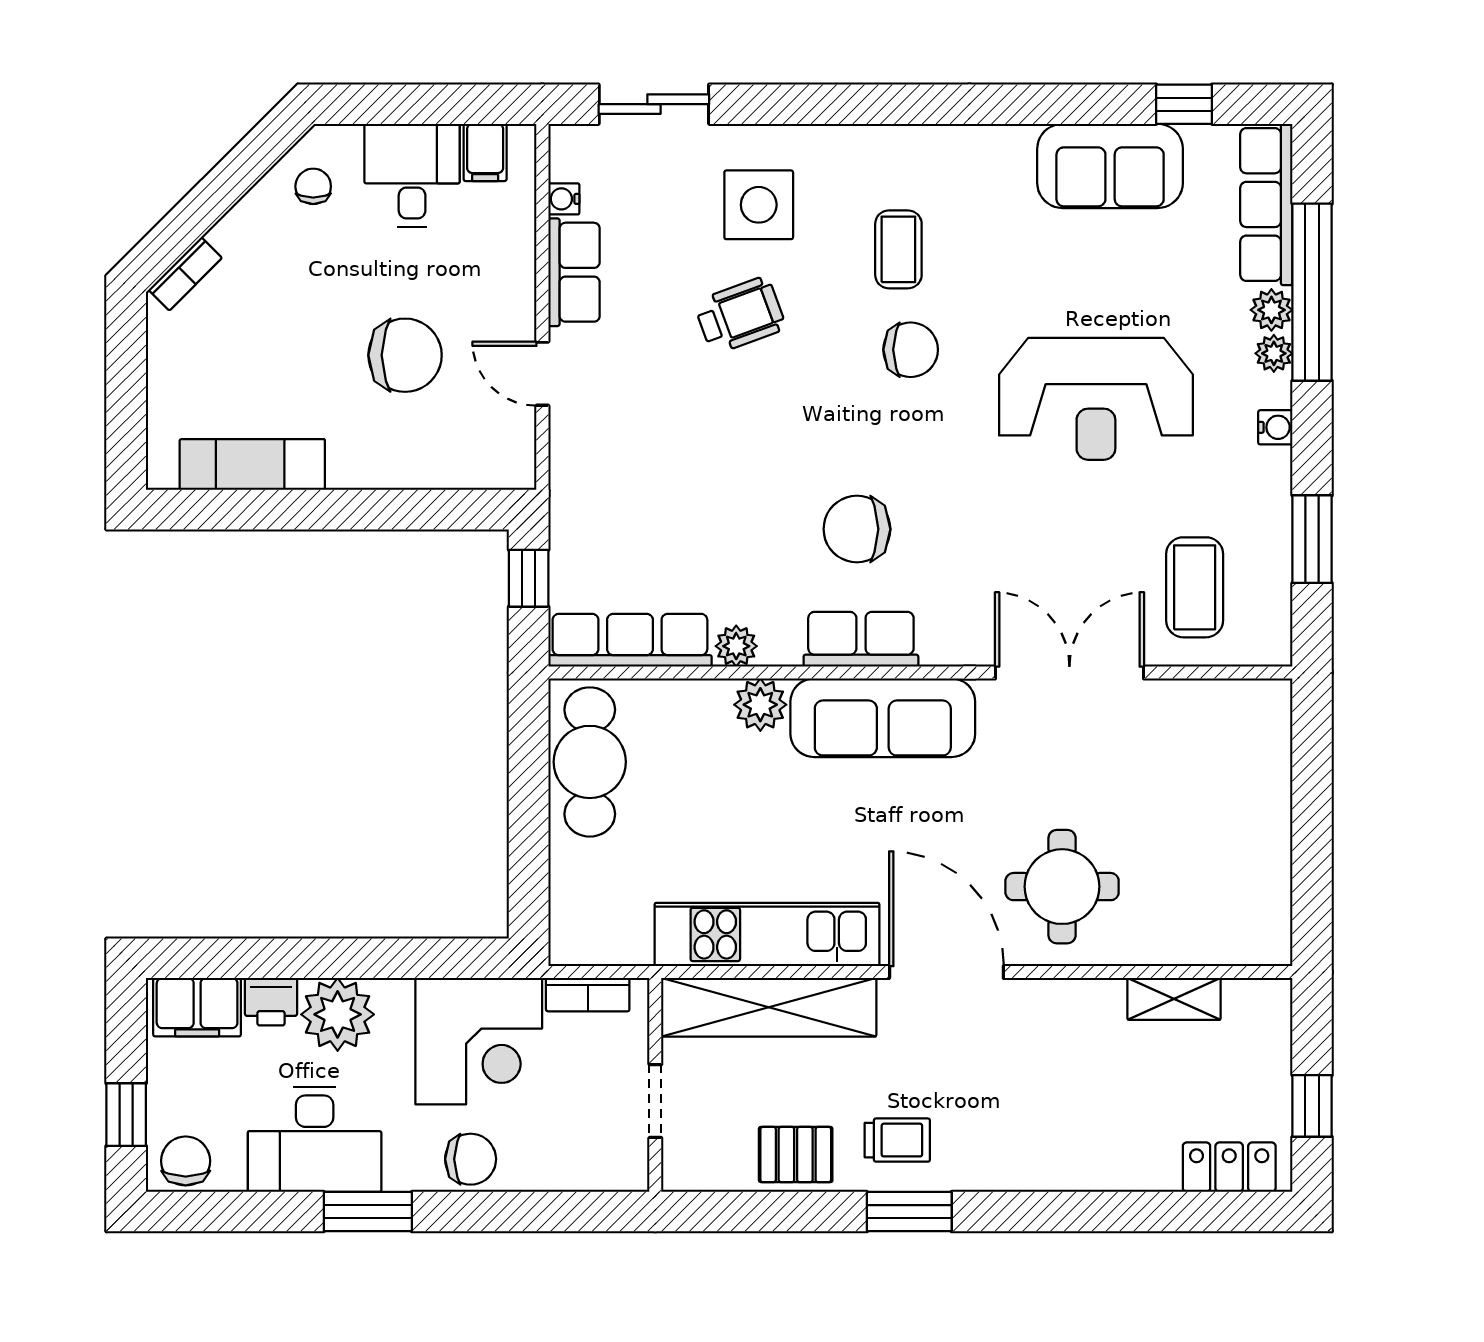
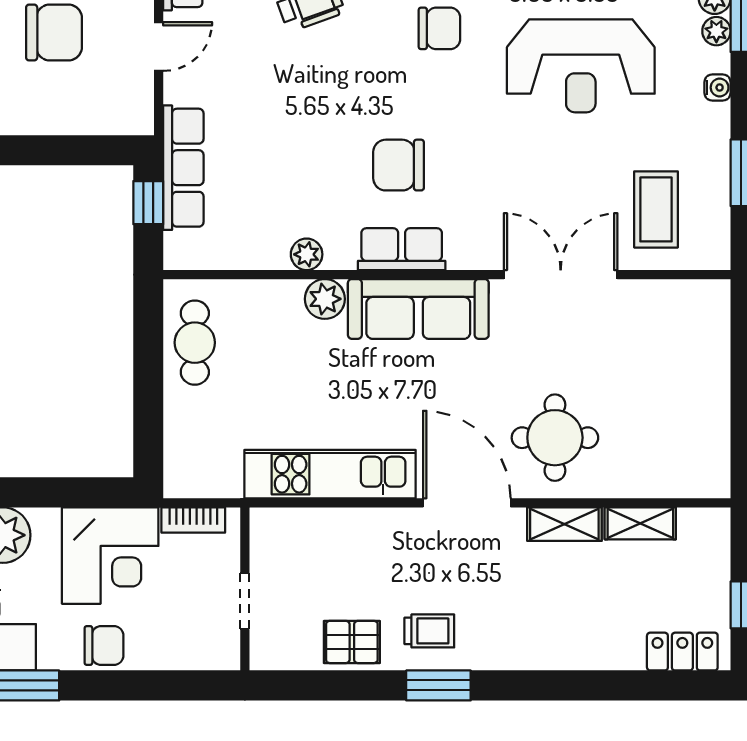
door: (542, 374) -> (159, 47), swing flipped
row of seats: (630, 640) -> (183, 168), moved, turned 90
cafe table: (590, 762) -> (195, 343), width x0.73, depth x0.74
shelving: (769, 1007) -> (564, 524), moved, width x0.45, depth x0.75

